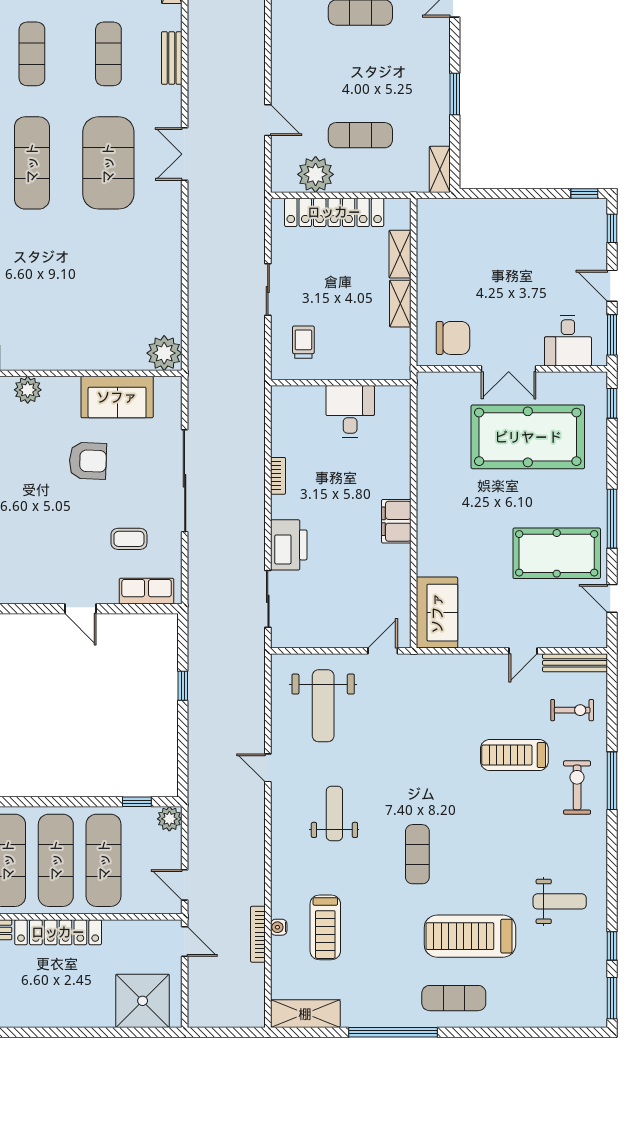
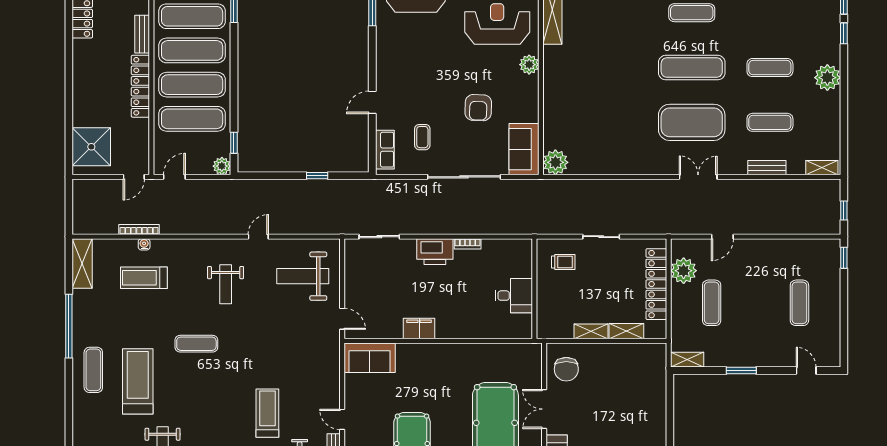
sofa: (117, 397) -> (524, 149), moved
filing cabinet: (396, 521) -> (419, 329), moved
printer: (289, 545) -> (435, 252), moved
weight bench: (334, 813) -> (226, 284), turned 90

